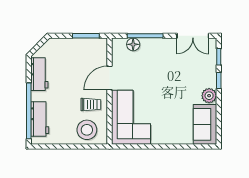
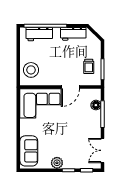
door: (110, 78) -> (70, 87), swing flipped
trolley: (91, 105) -> (89, 66), moved
sofa: (205, 124) -> (29, 151), moved, turned 90

